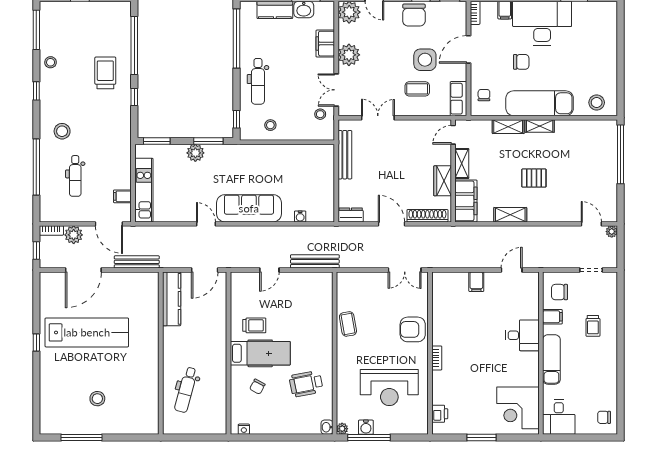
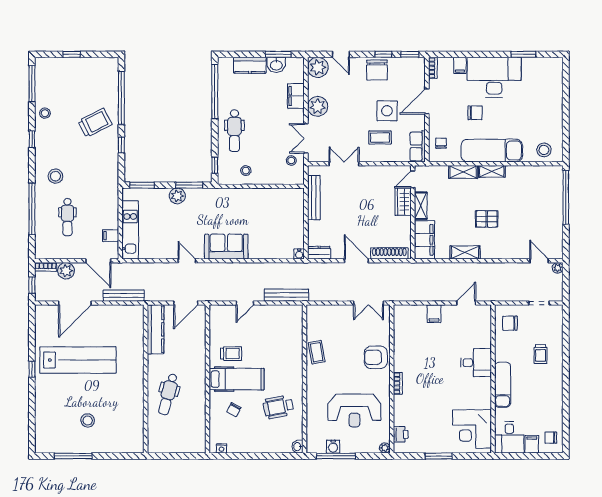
trolley: (105, 73) -> (95, 123), turned 63
wardrobe: (443, 181) -> (403, 202), moved
sofa: (249, 208) -> (226, 247), width x0.73
water cooler: (300, 216) -> (299, 254), moved
filing cabinet: (552, 317) -> (532, 444), moved, turned -90
dental chair: (186, 390) -> (168, 394), moved
plant: (342, 429) -> (385, 448), moved

